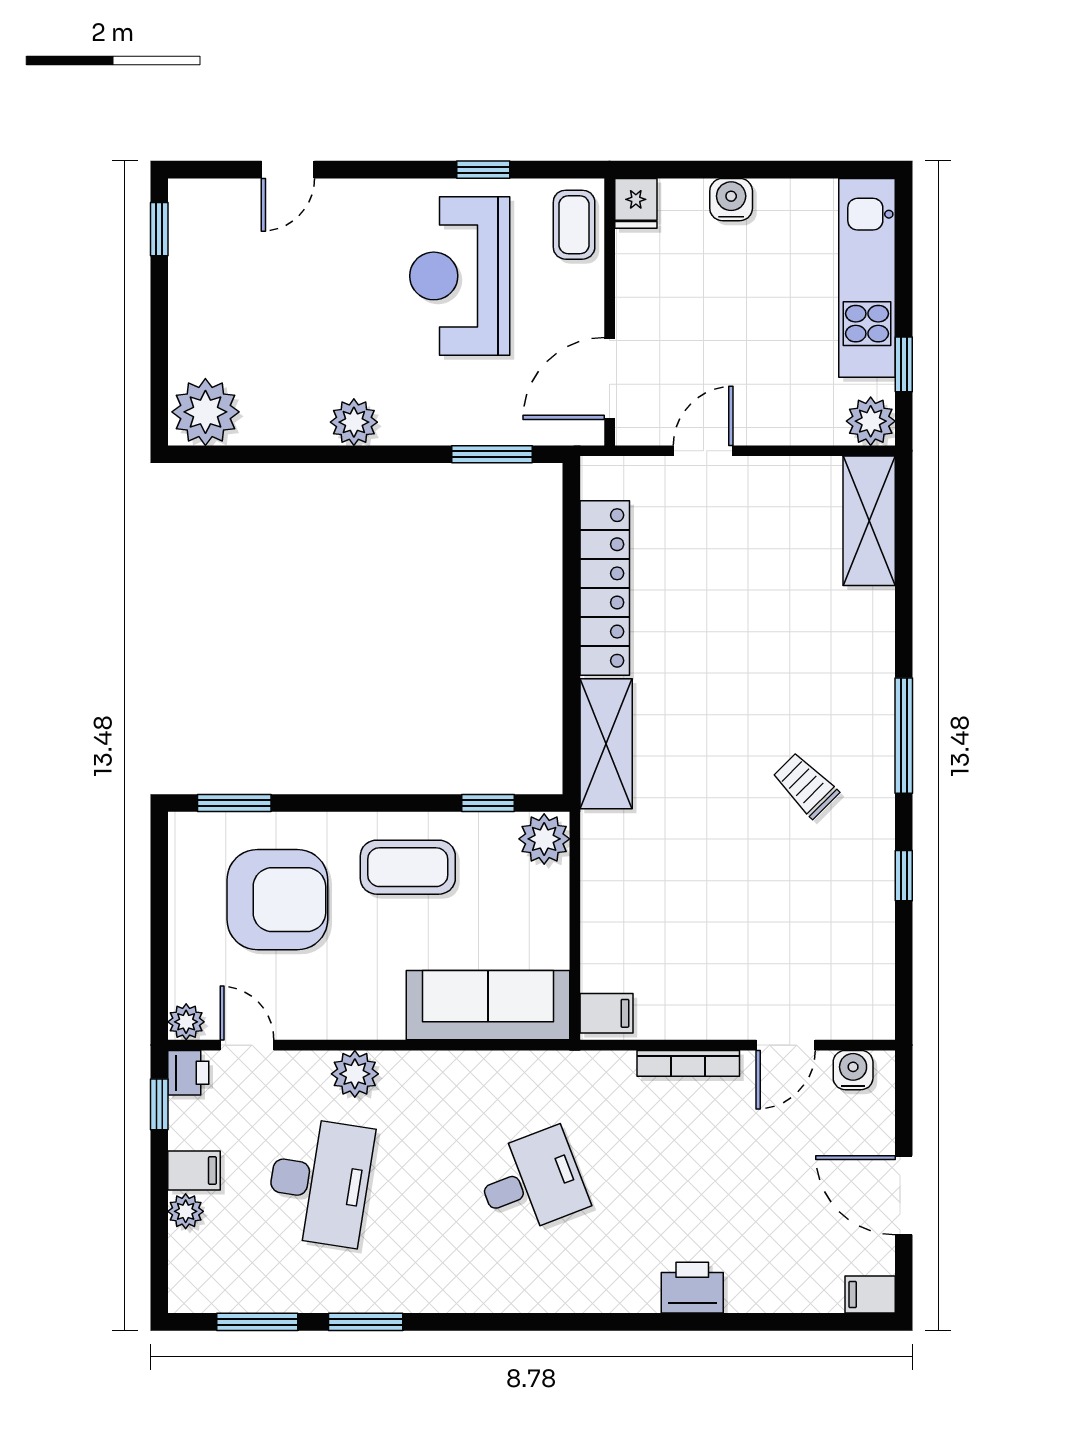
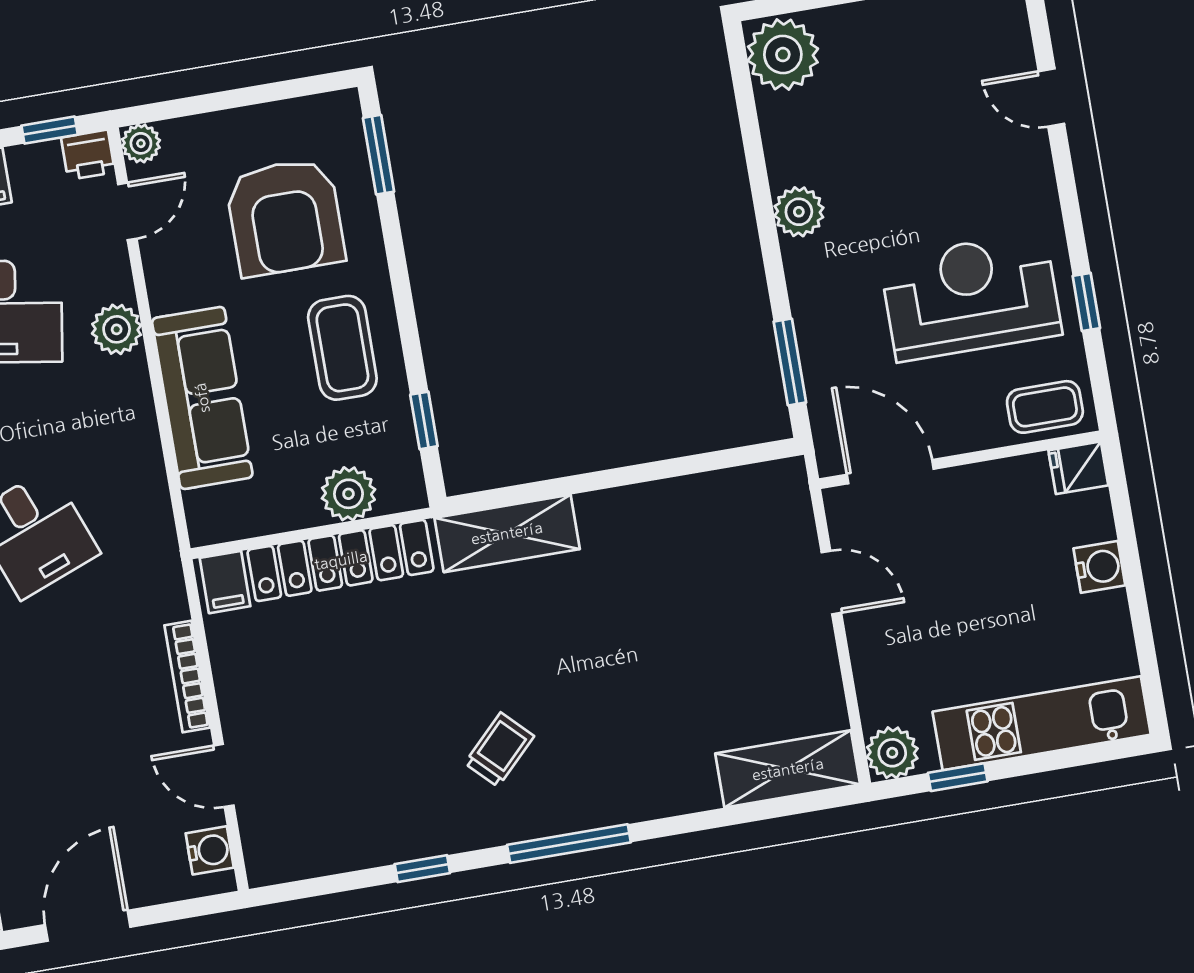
locker: (605, 588) -> (341, 560), moved
plant: (544, 839) -> (348, 494), moved
sofa: (488, 1005) -> (202, 398), moved

